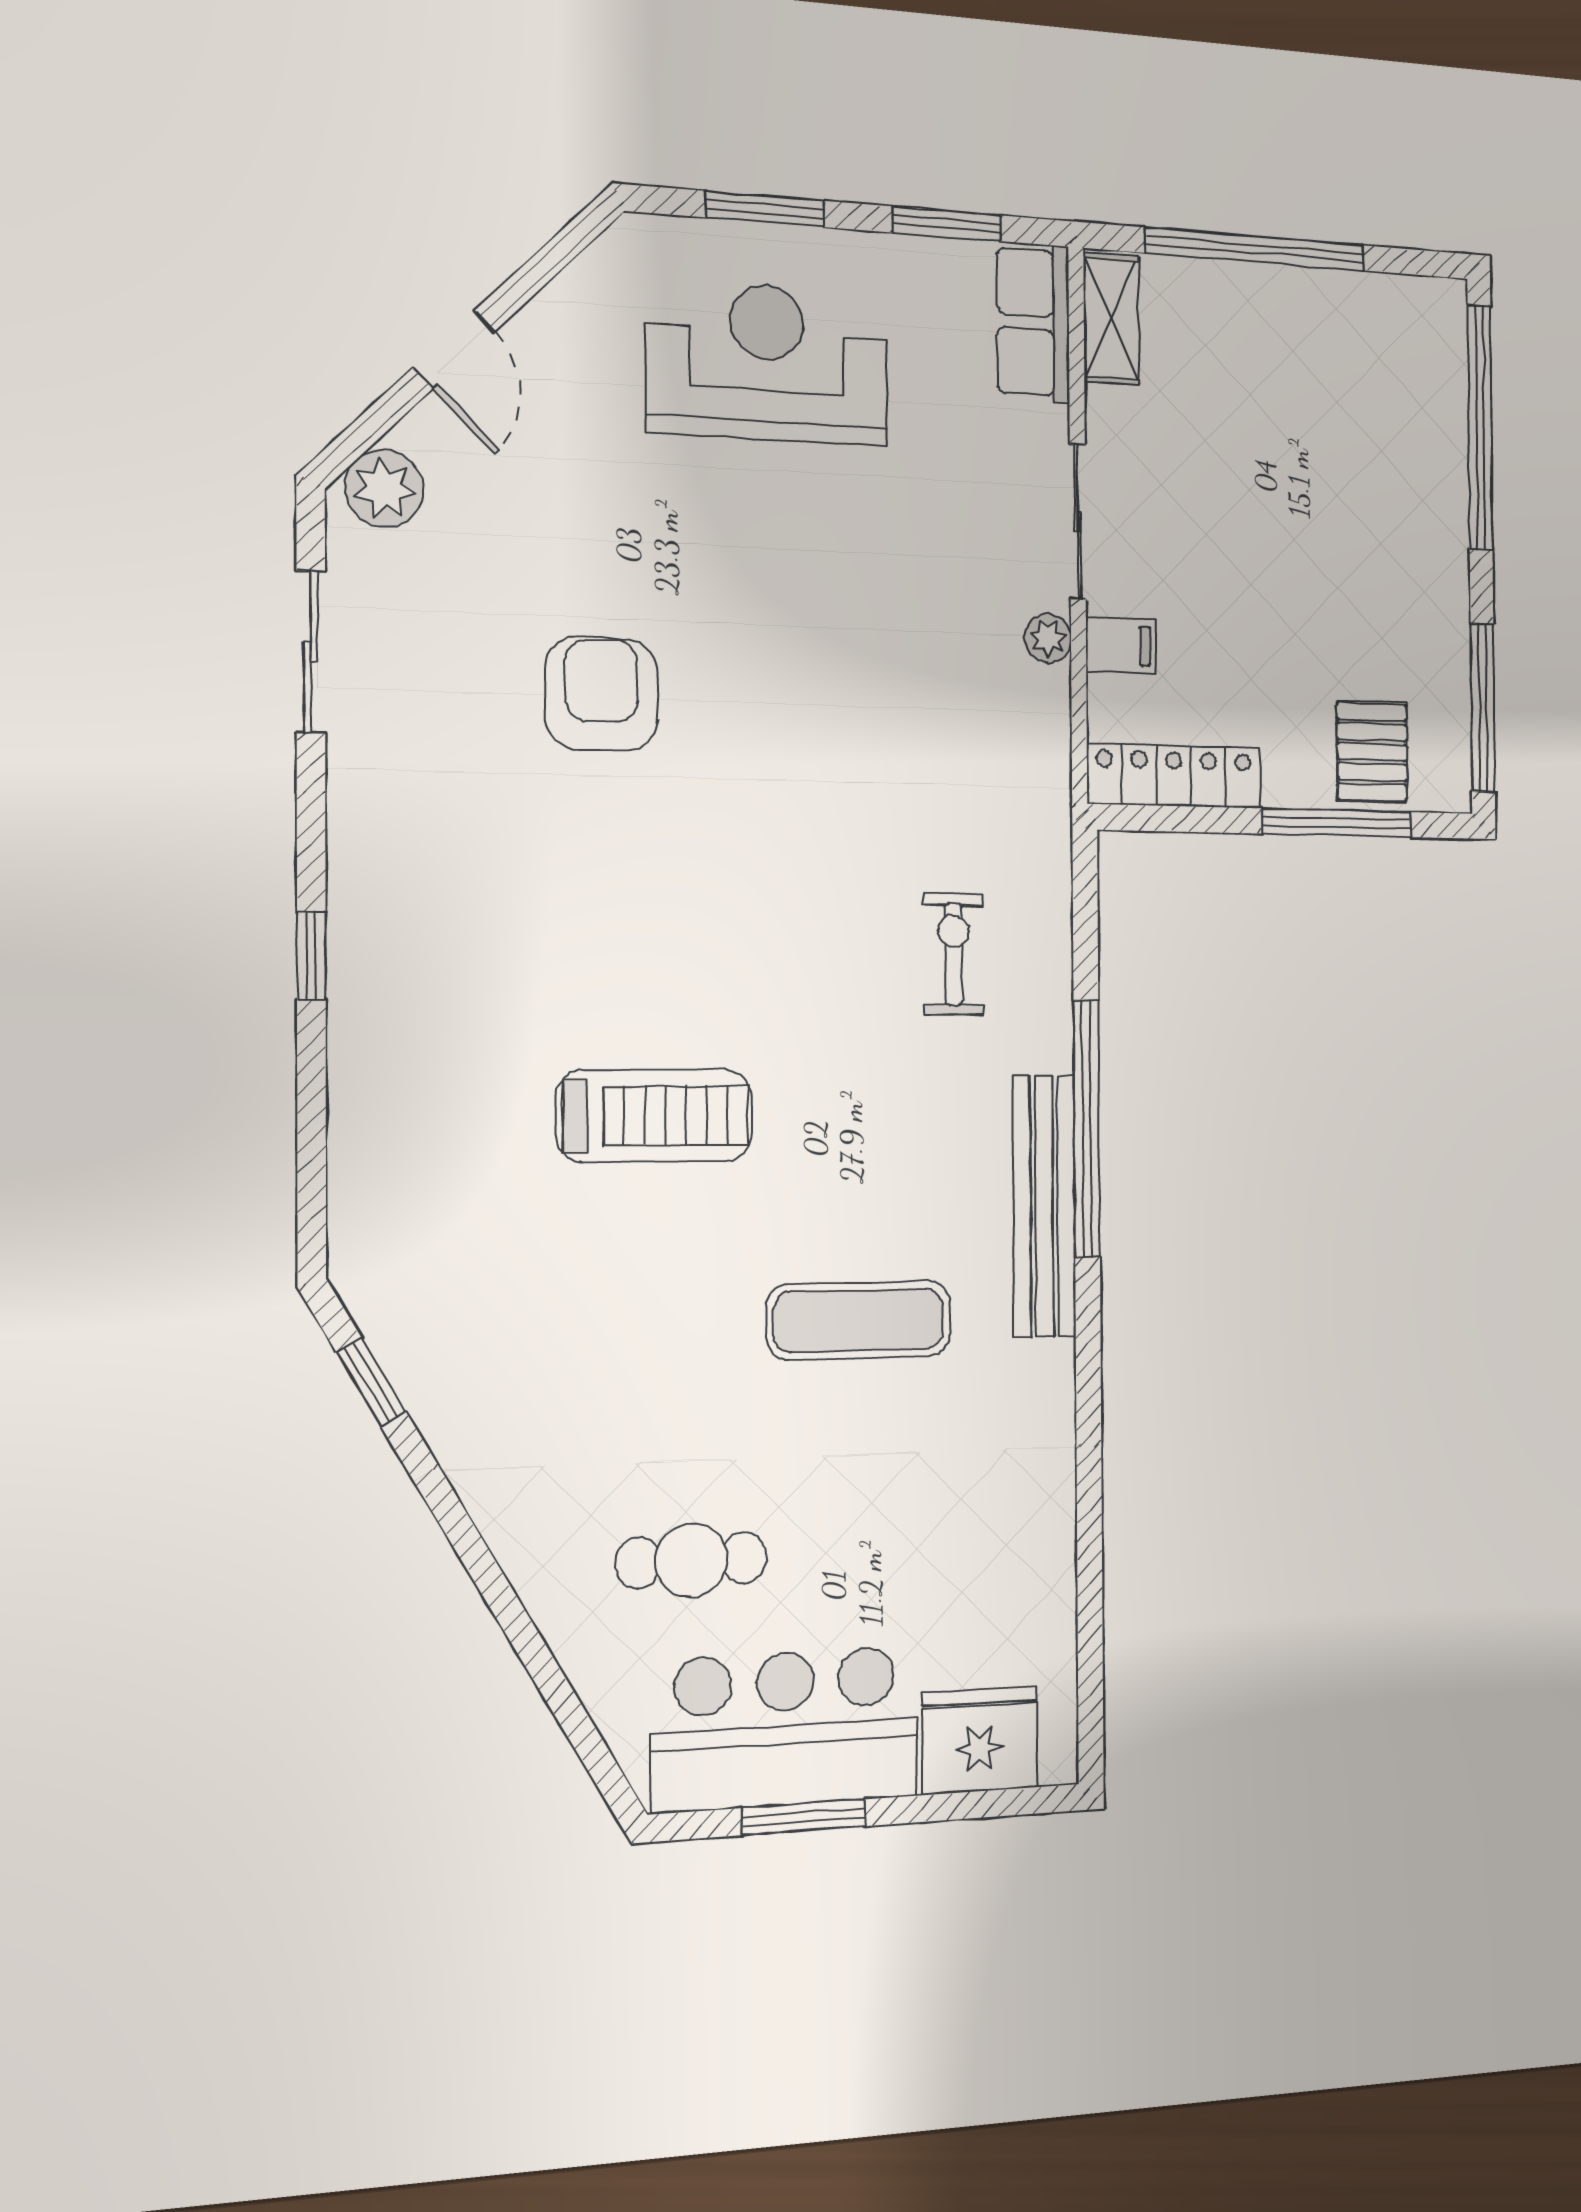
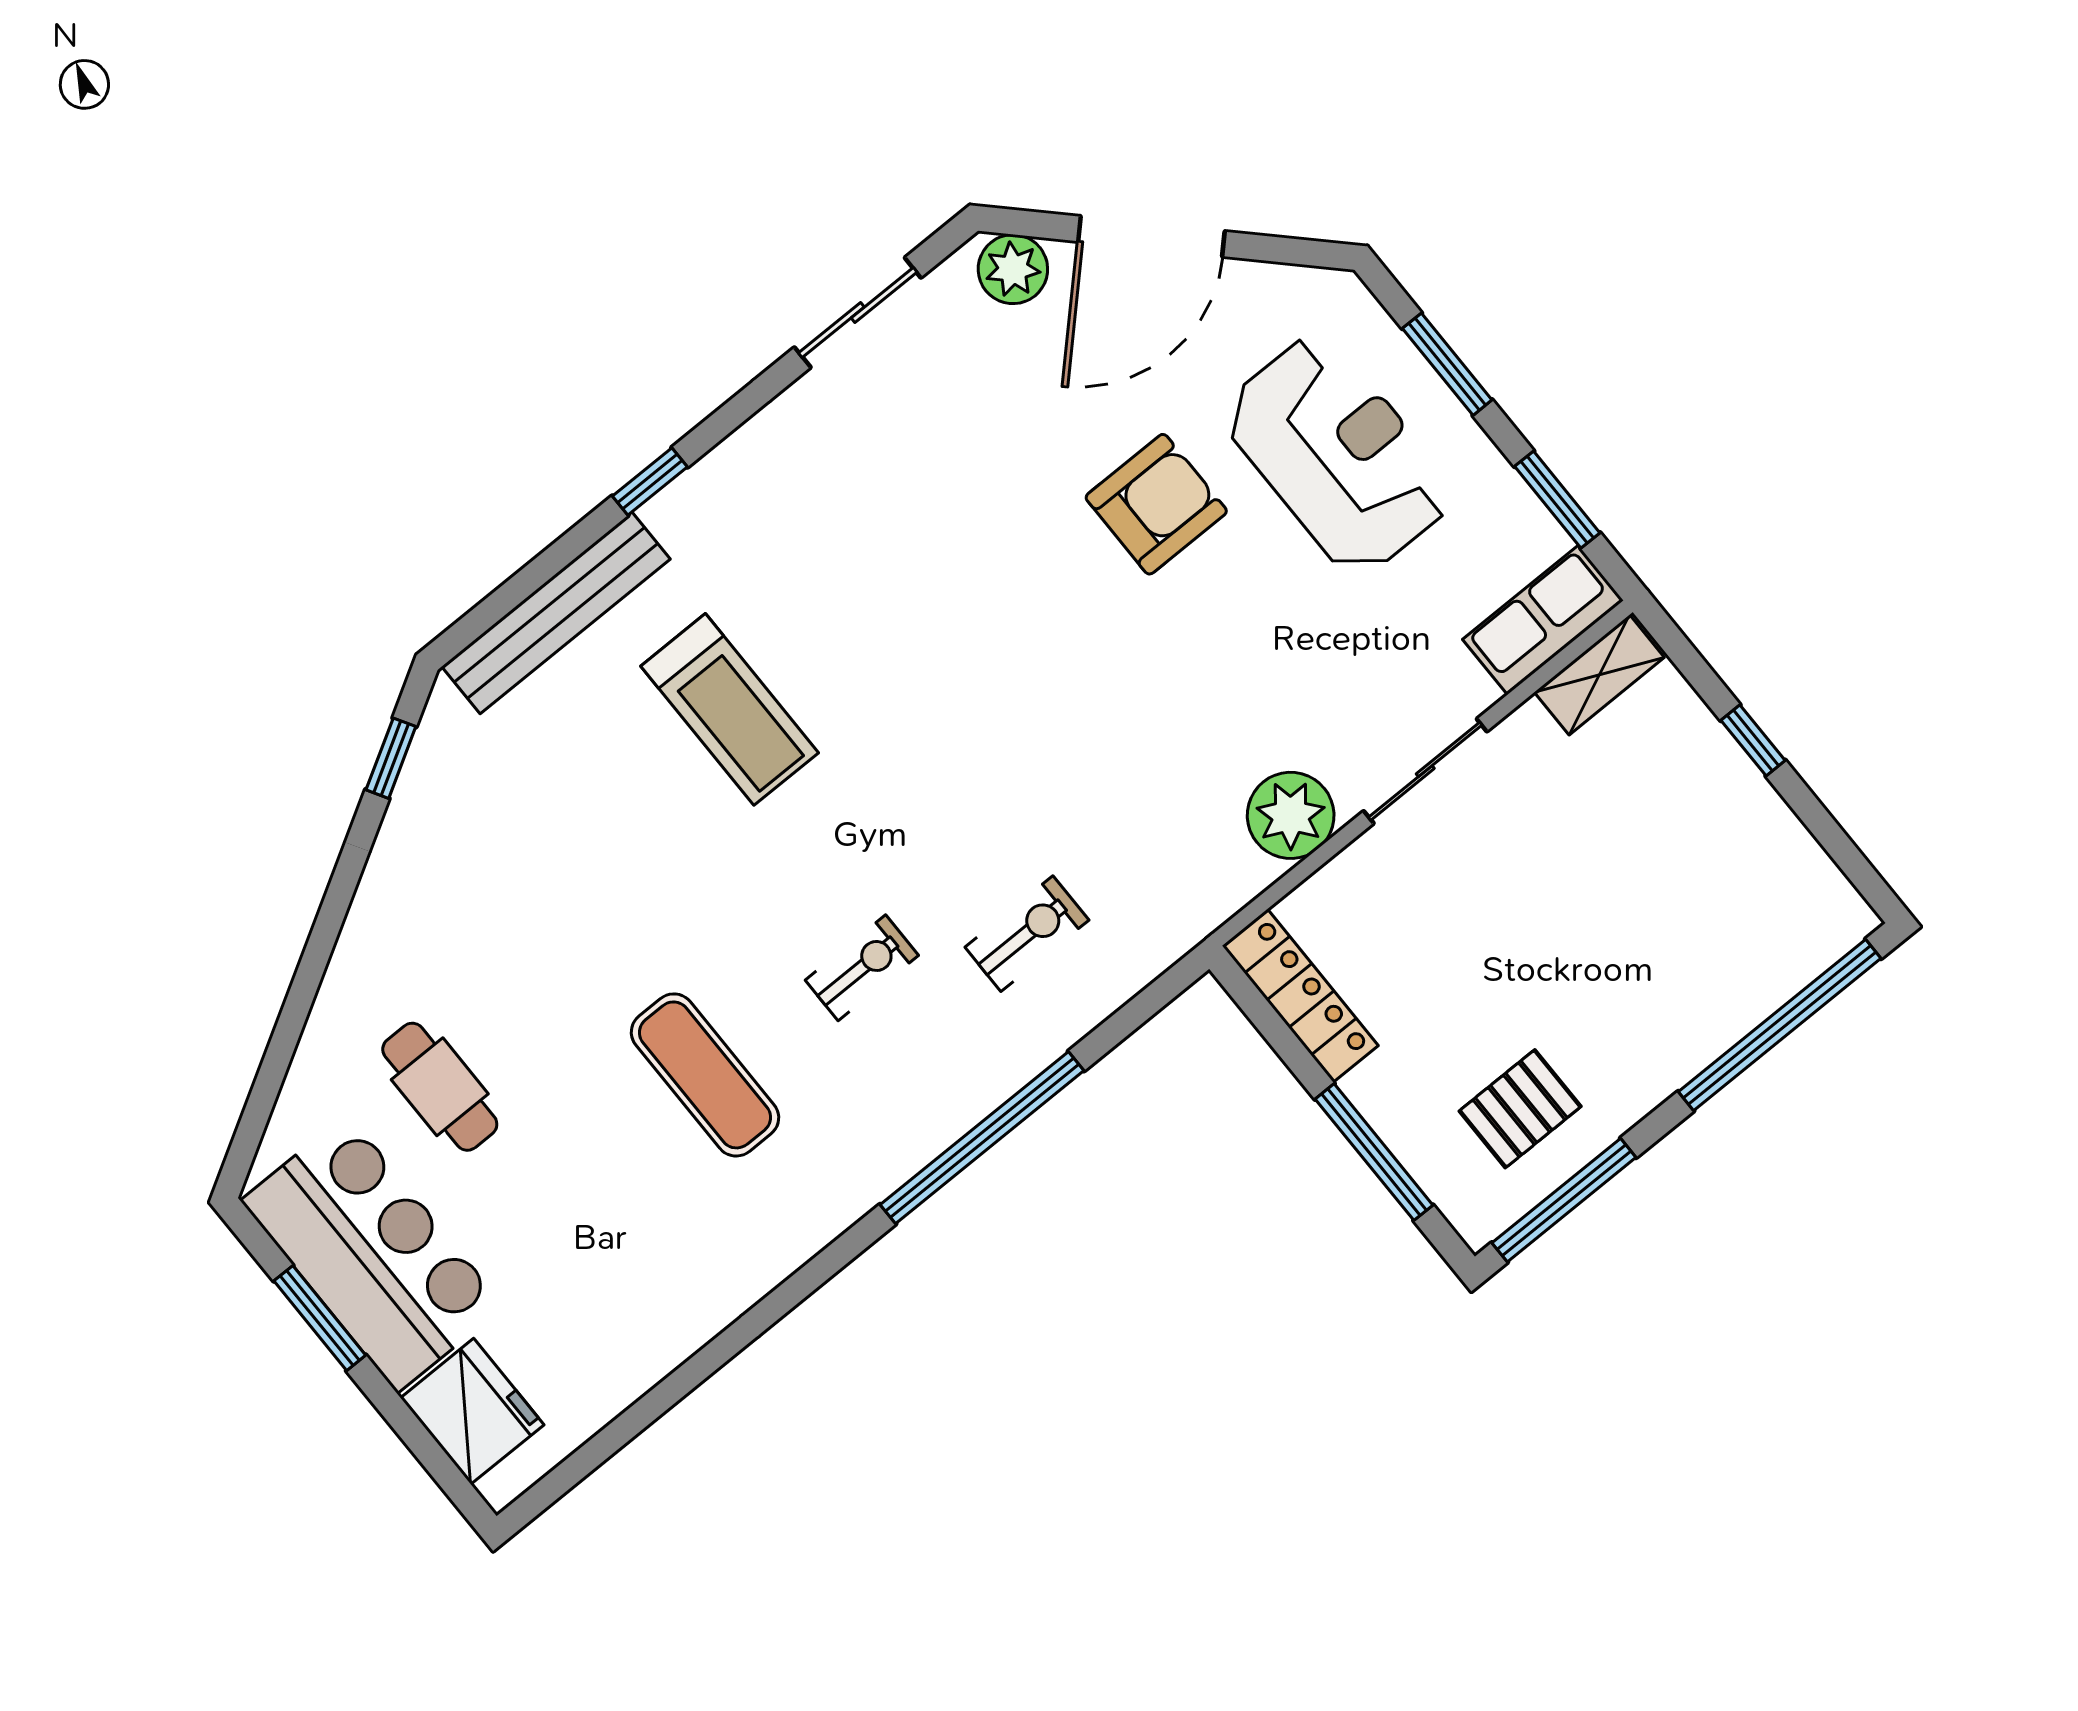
window: (1255, 249) -> (1753, 740), width x0.32
door: (454, 349) -> (1151, 236), width x1.87
plant: (1048, 638) -> (1291, 815), width x1.88, depth x1.88
filing cabinet: (1121, 645) -> (1362, 877), removed
armchair: (601, 694) -> (1156, 504), moved
pallet: (1372, 752) -> (1520, 1109), moved
exercise bike: (874, 1115) -> (862, 968), added
treadmill: (654, 1116) -> (730, 709), moved
bench: (1044, 1206) -> (556, 613), moved

